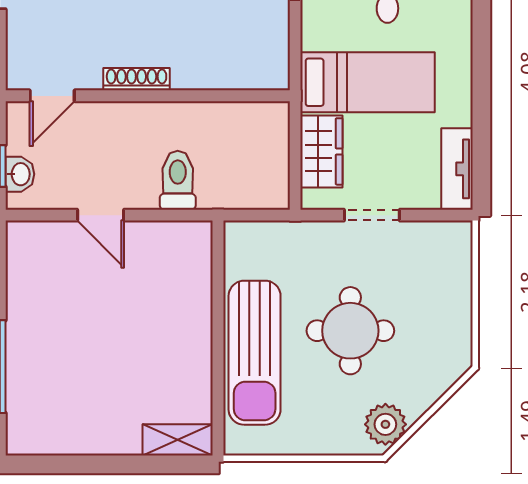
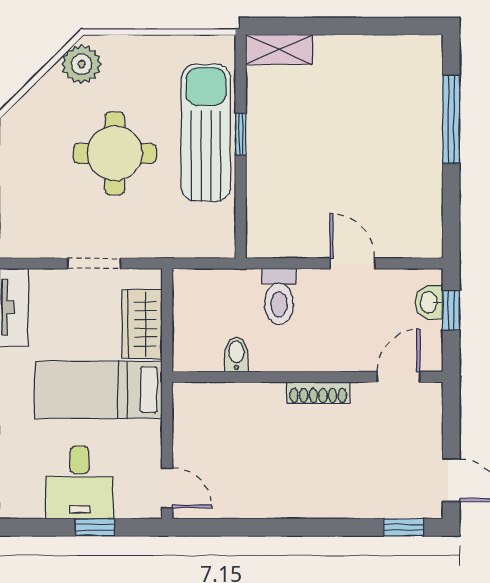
bidet: (223, 119) -> (236, 354), added
window: (218, 351) -> (241, 134), added

